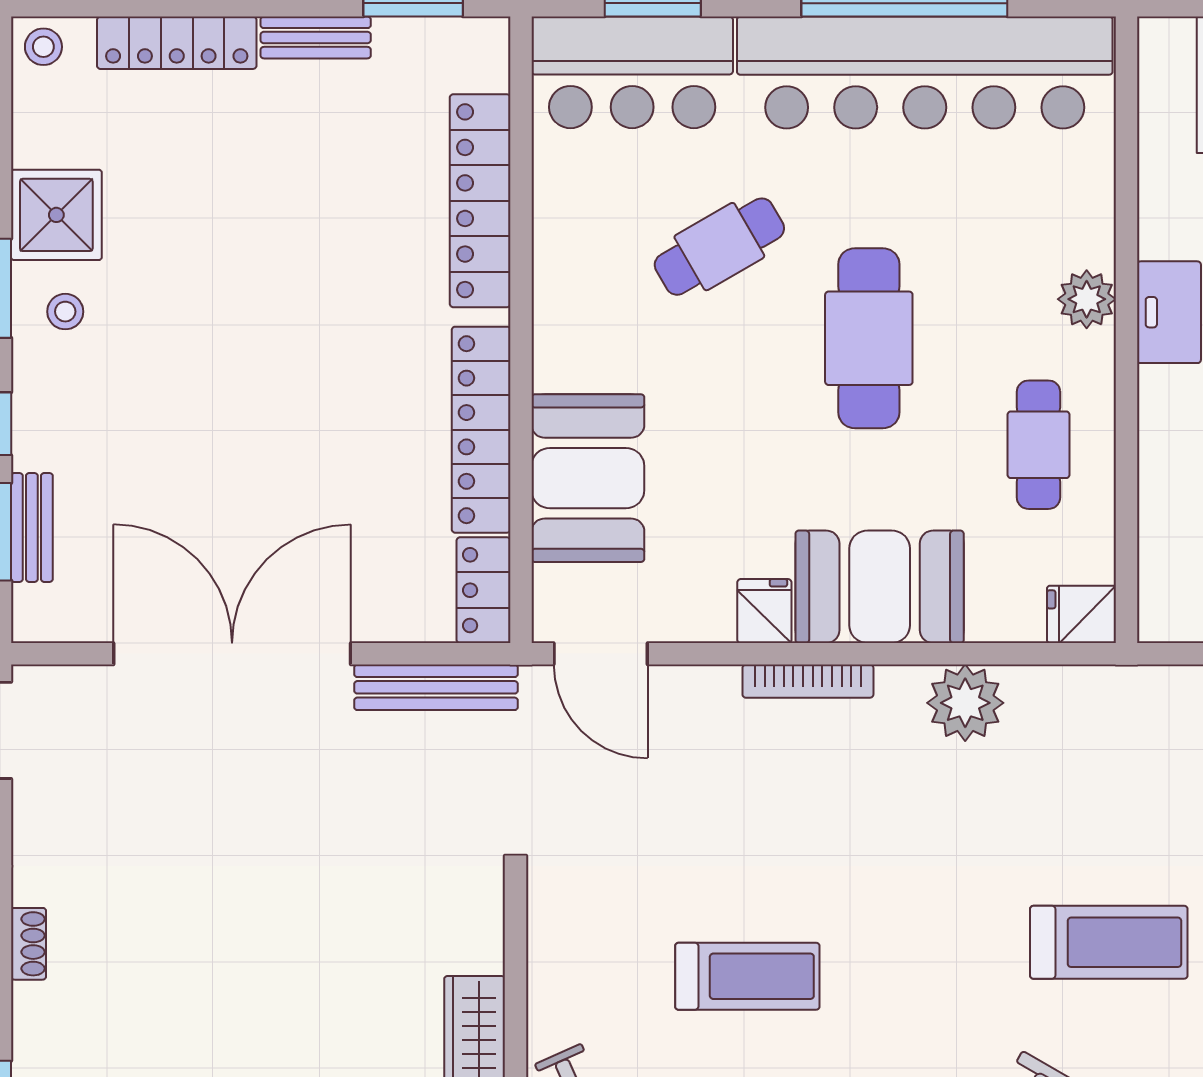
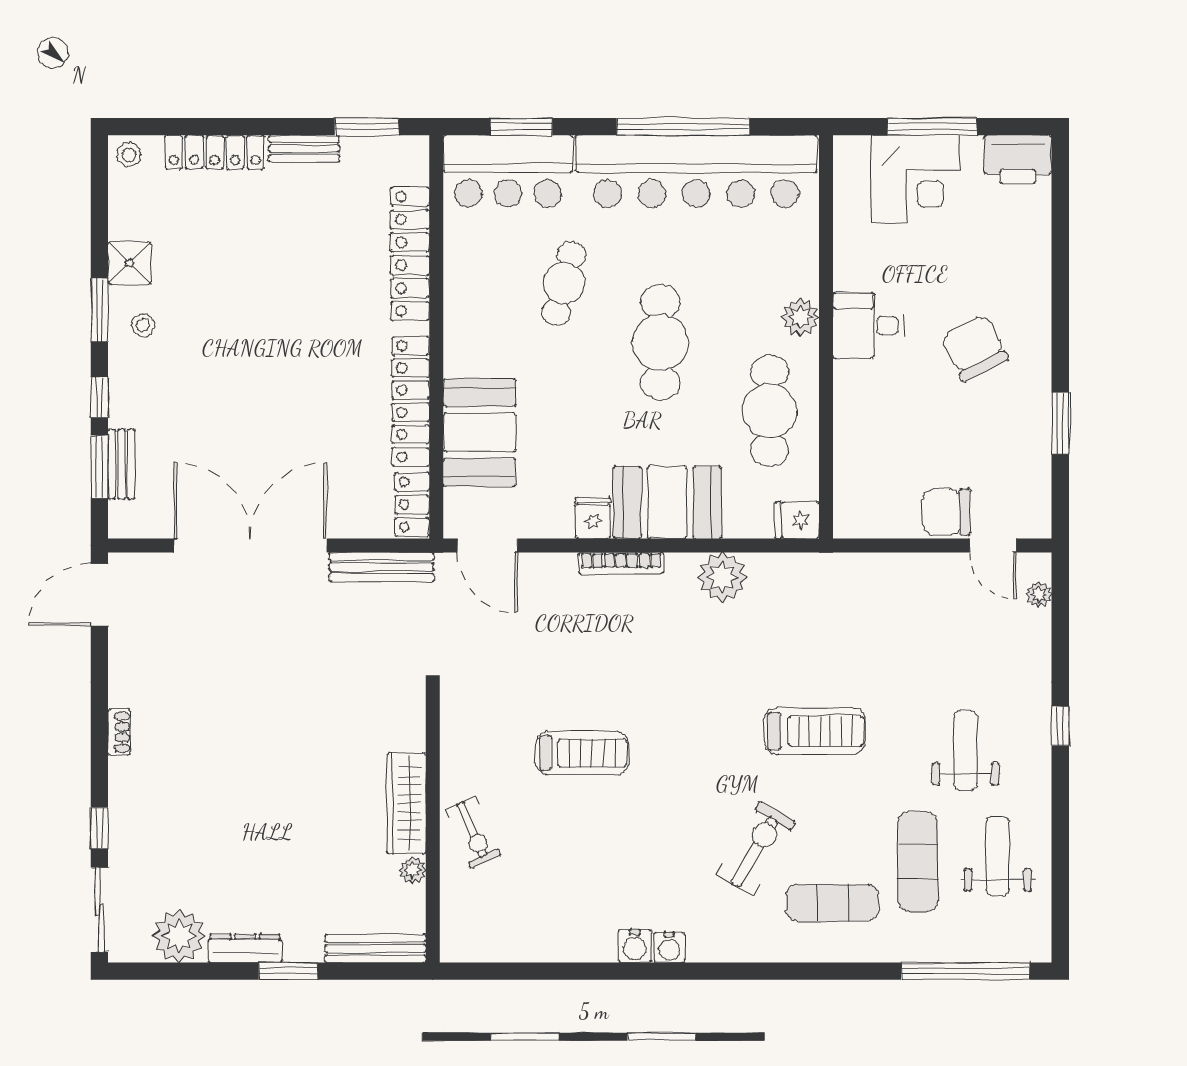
shower: (56, 215) -> (129, 263), width x0.73, depth x0.73
cafe table: (719, 247) -> (564, 283), turned -45
cafe table: (1038, 445) -> (769, 411), width x1.37, depth x1.35

